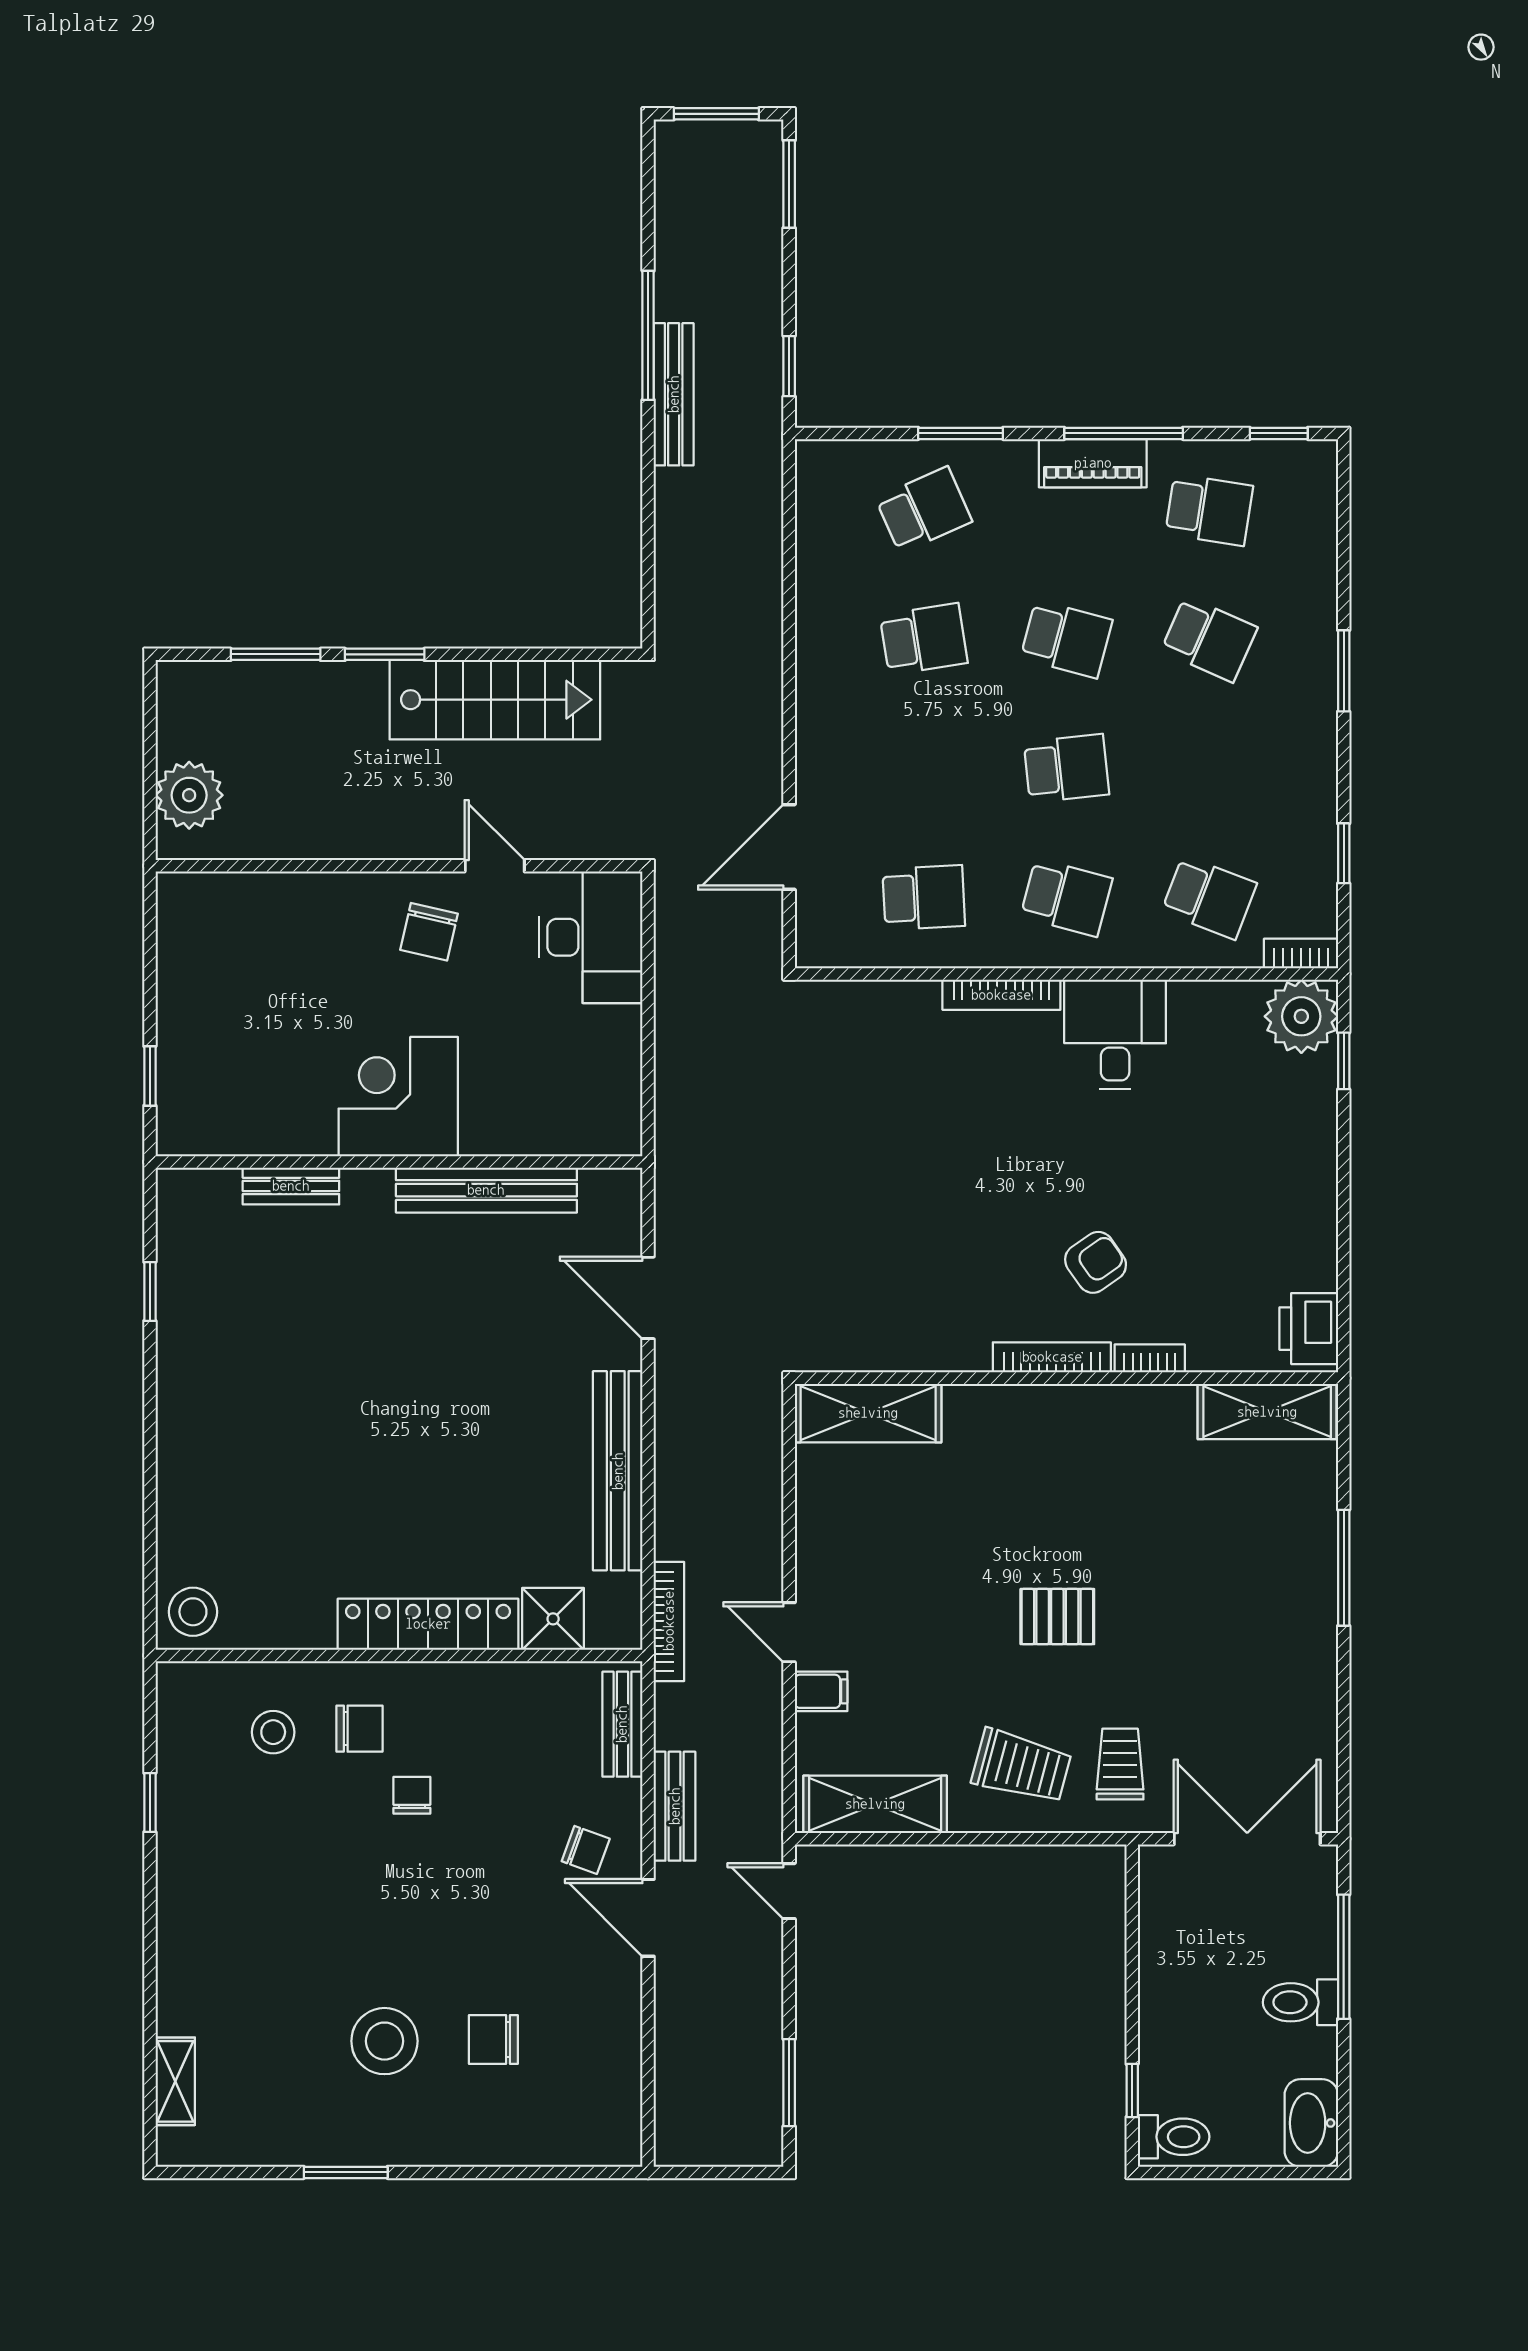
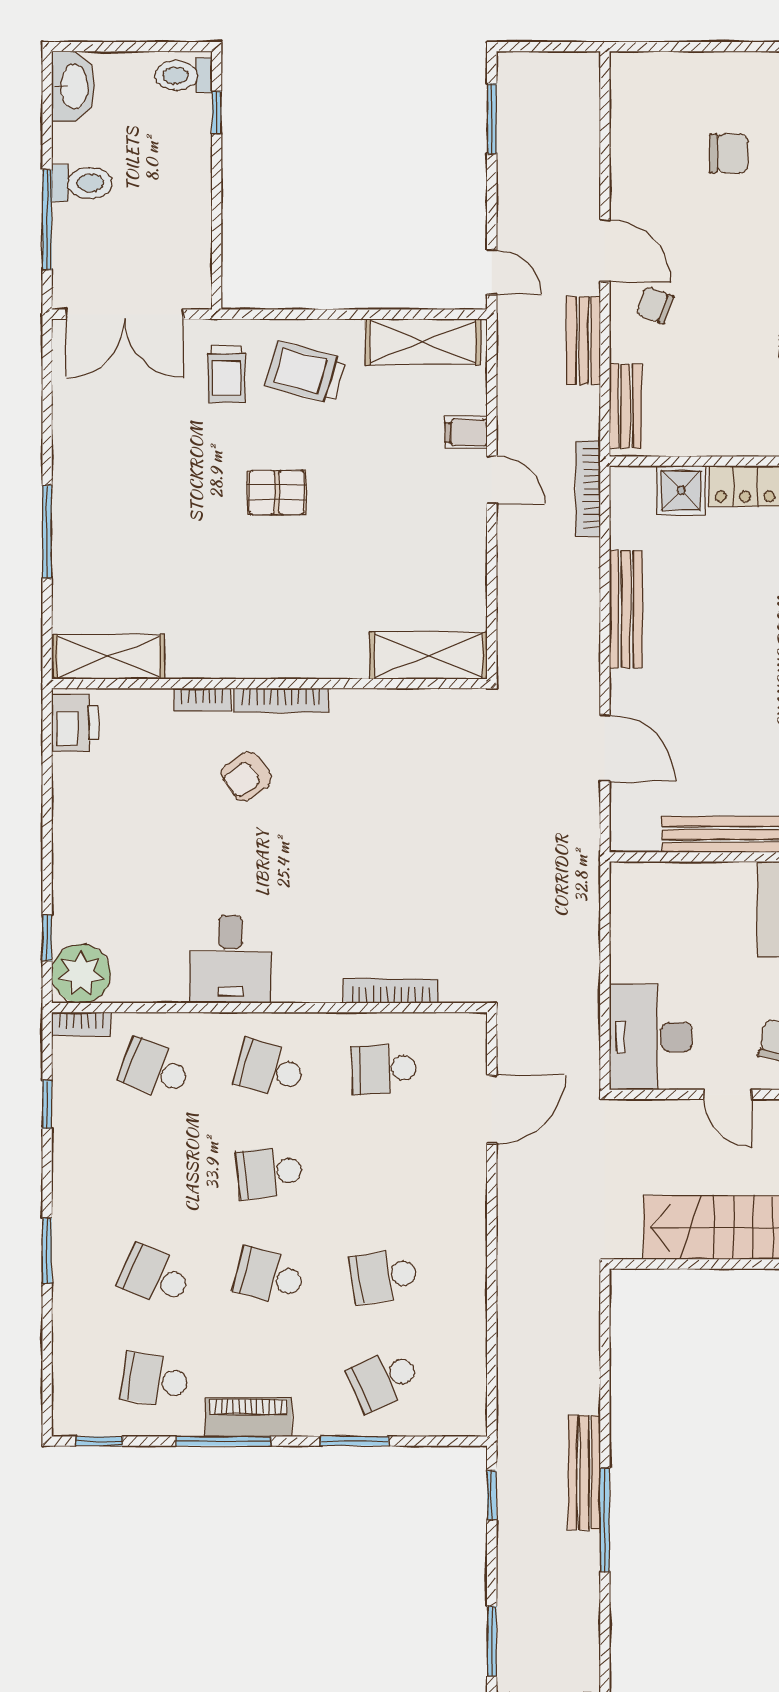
bookcase: (1001, 995) -> (391, 991), moved
bench: (618, 1471) -> (626, 609), width x0.73, depth x0.82

